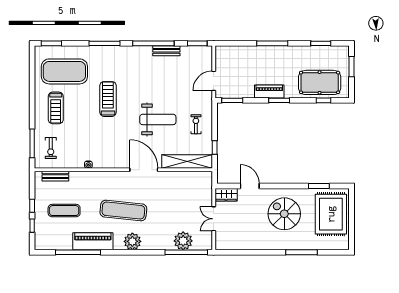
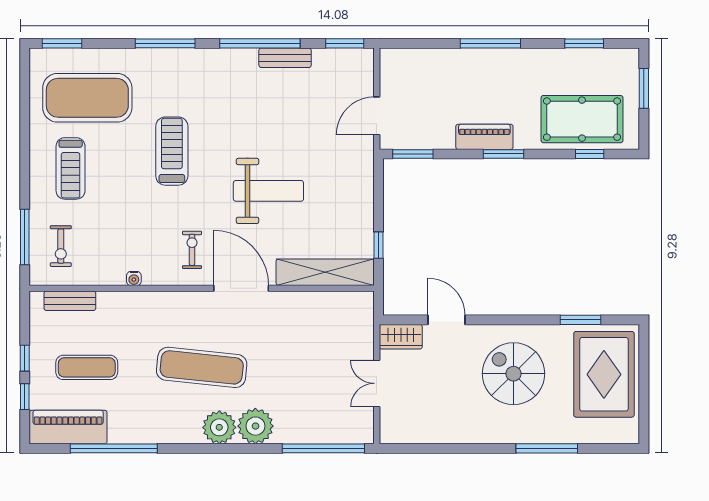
exercise bike: (196, 124) -> (192, 250), moved
piano: (93, 241) -> (68, 427), moved
plant: (183, 241) -> (255, 426), moved

